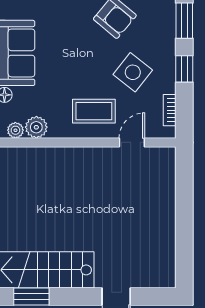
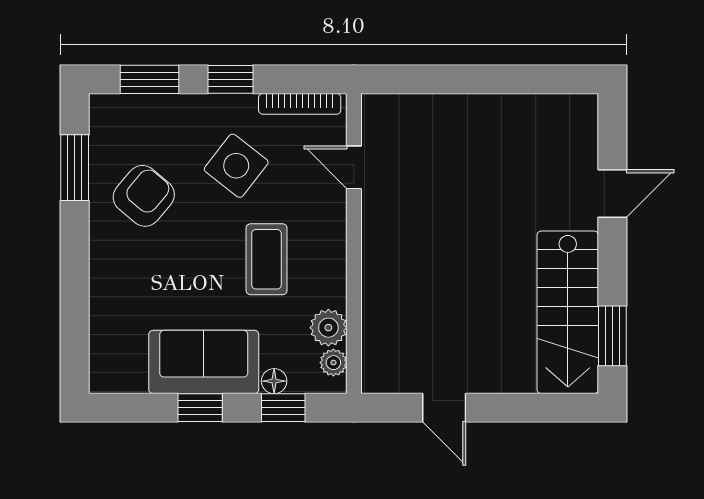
bookcase: (170, 110) -> (300, 104), width x1.56
coffee table: (94, 111) -> (267, 259), moved

